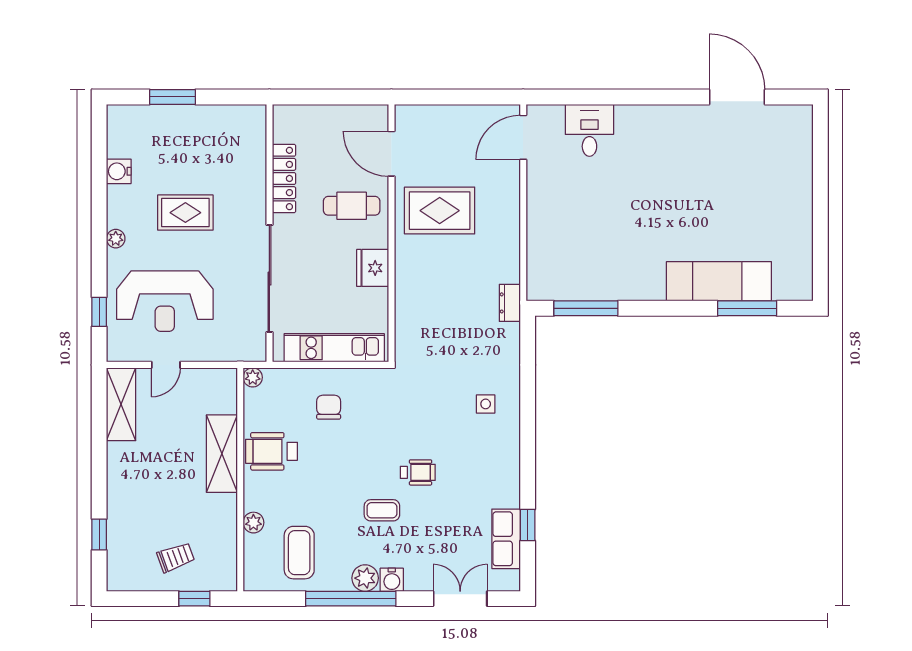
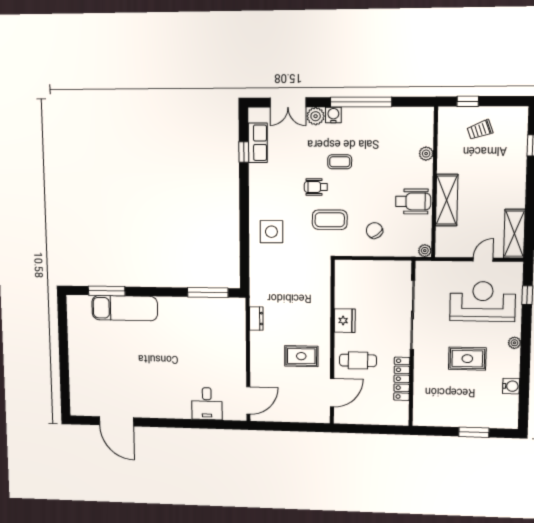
door: (391, 154) -> (332, 393), hinge flipped
rug: (440, 211) -> (301, 356), width x0.73, depth x0.70
dresser: (510, 303) -> (256, 318), moved
kitchen unit: (334, 348) -> (370, 269), removed
side table: (486, 404) -> (271, 232), width x1.87, depth x1.87
chair: (329, 407) -> (374, 230), turned 143
coffee table: (299, 553) -> (330, 220), moved, turned 90
plant: (365, 578) -> (316, 116), moved

